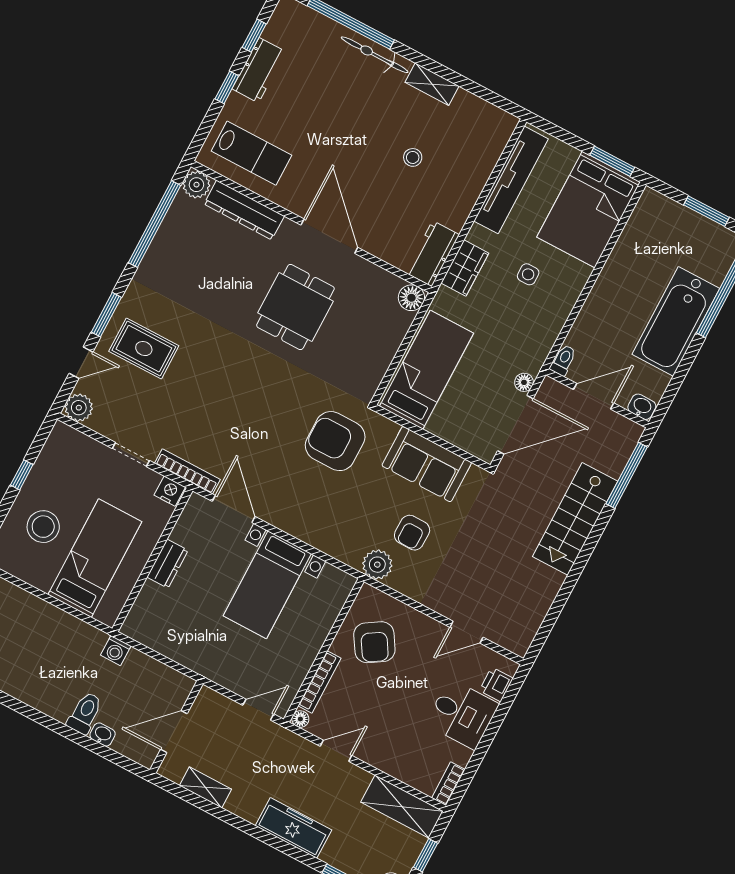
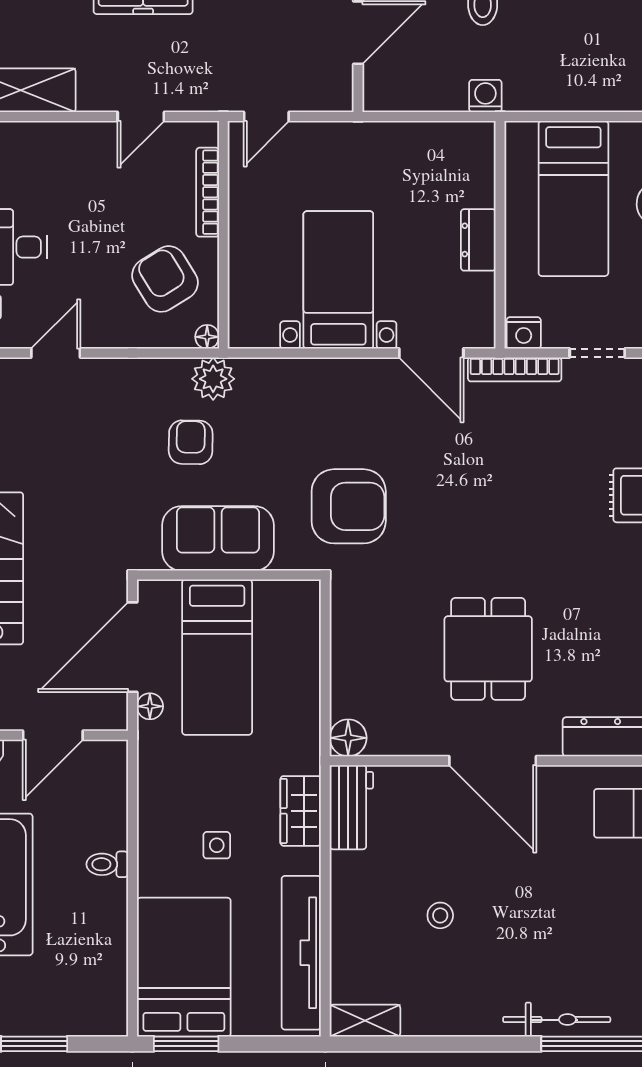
shelving: (432, 84) -> (365, 1021), moved
toilet: (563, 360) -> (107, 864), moved, turned 90
bed: (427, 370) -> (217, 657), moved
floor lamp: (300, 719) -> (207, 337), moved

